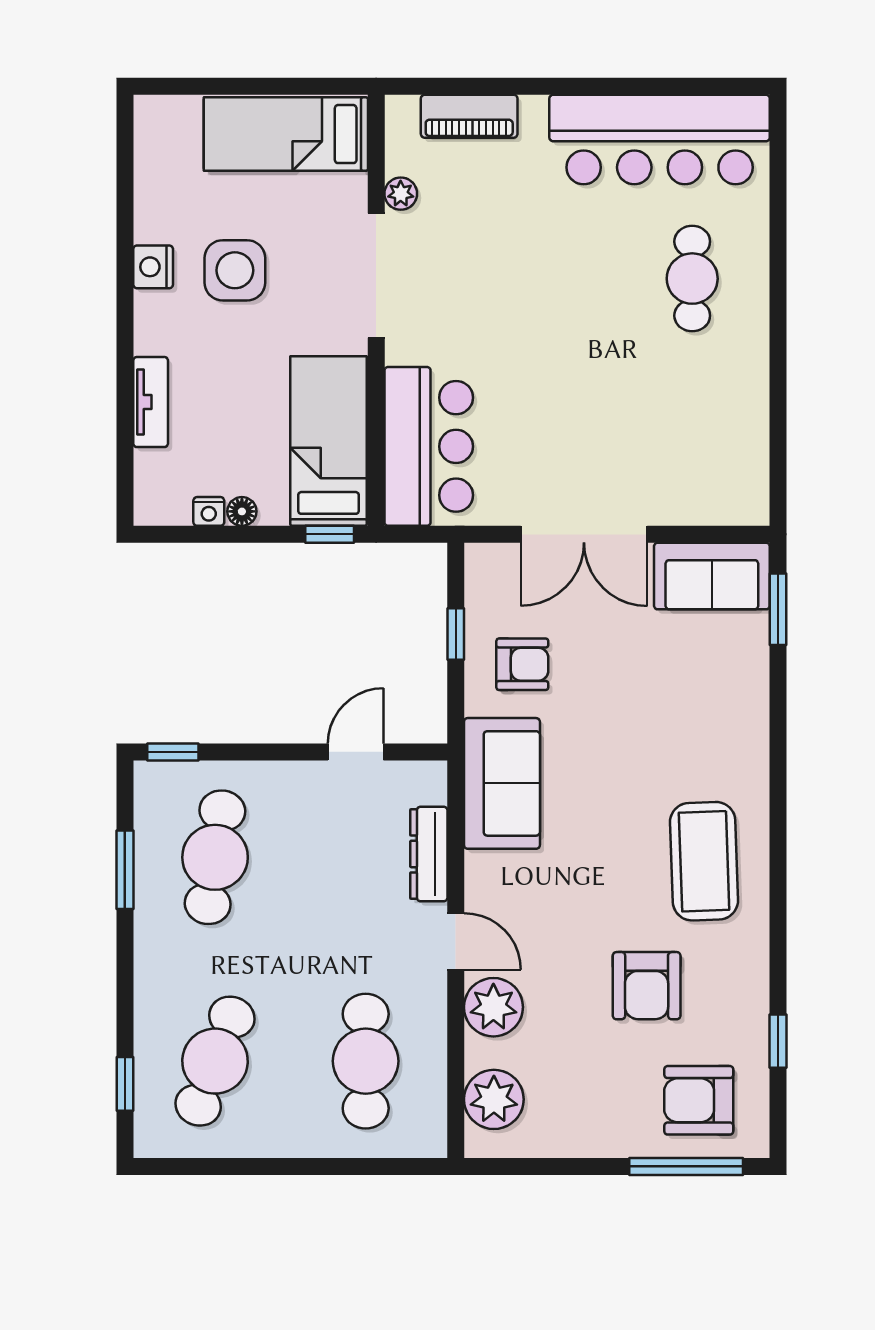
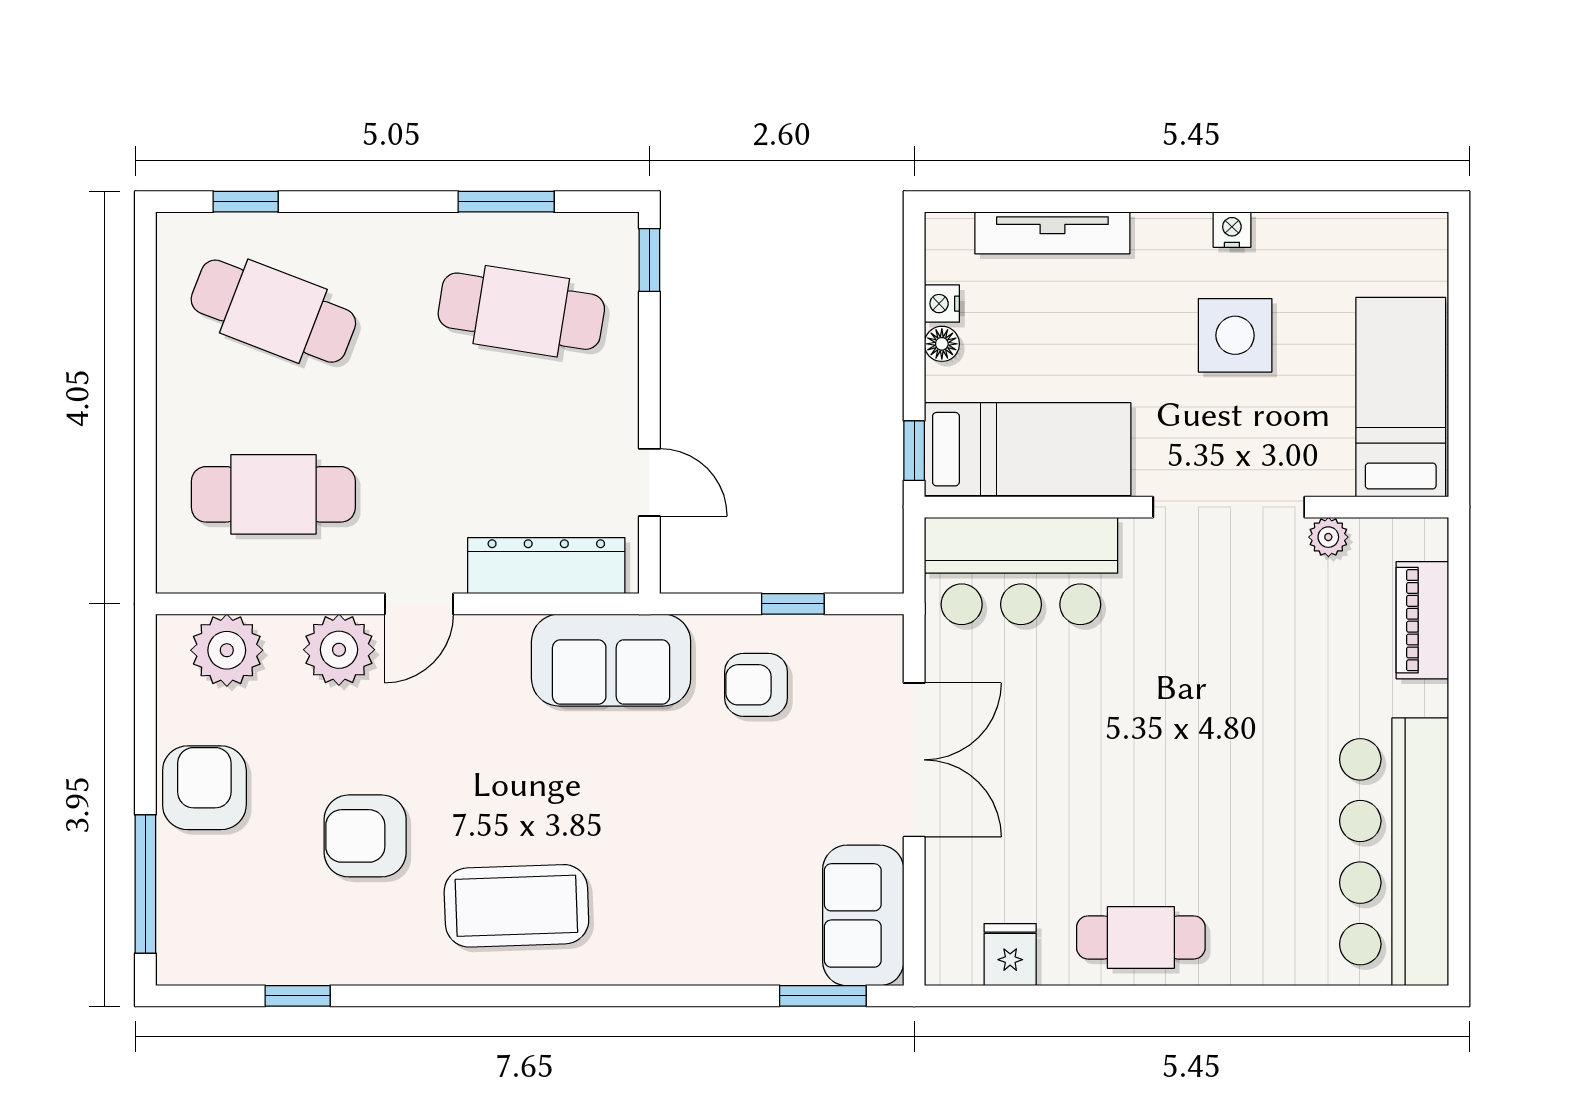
nightstand: (153, 267) -> (1232, 230), width x0.72, depth x0.74
cafe table: (692, 279) -> (1141, 937), moved
tv unit: (151, 402) -> (1052, 233), width x1.41
fridge: (744, 455) -> (1010, 955), added
double door: (584, 534) -> (914, 760), swing flipped
armchair: (522, 664) -> (756, 685), turned 90
dresser: (429, 854) -> (546, 566), width x1.37, depth x1.24
armchair: (699, 1100) -> (204, 788), moved

